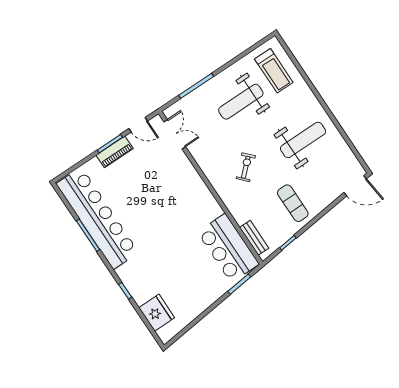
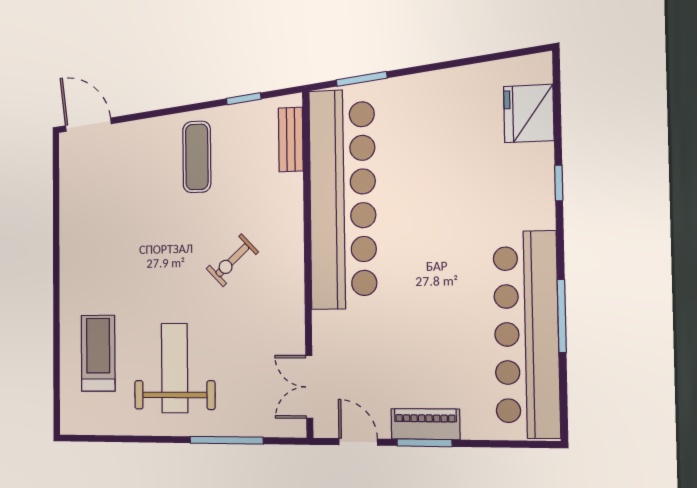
treadmill: (274, 71) -> (98, 353), moved
weight bench: (241, 102) -> (175, 368), turned -90
weight bench: (303, 140) -> (120, 246), removed
bar counter: (228, 248) -> (343, 199), width x1.86

